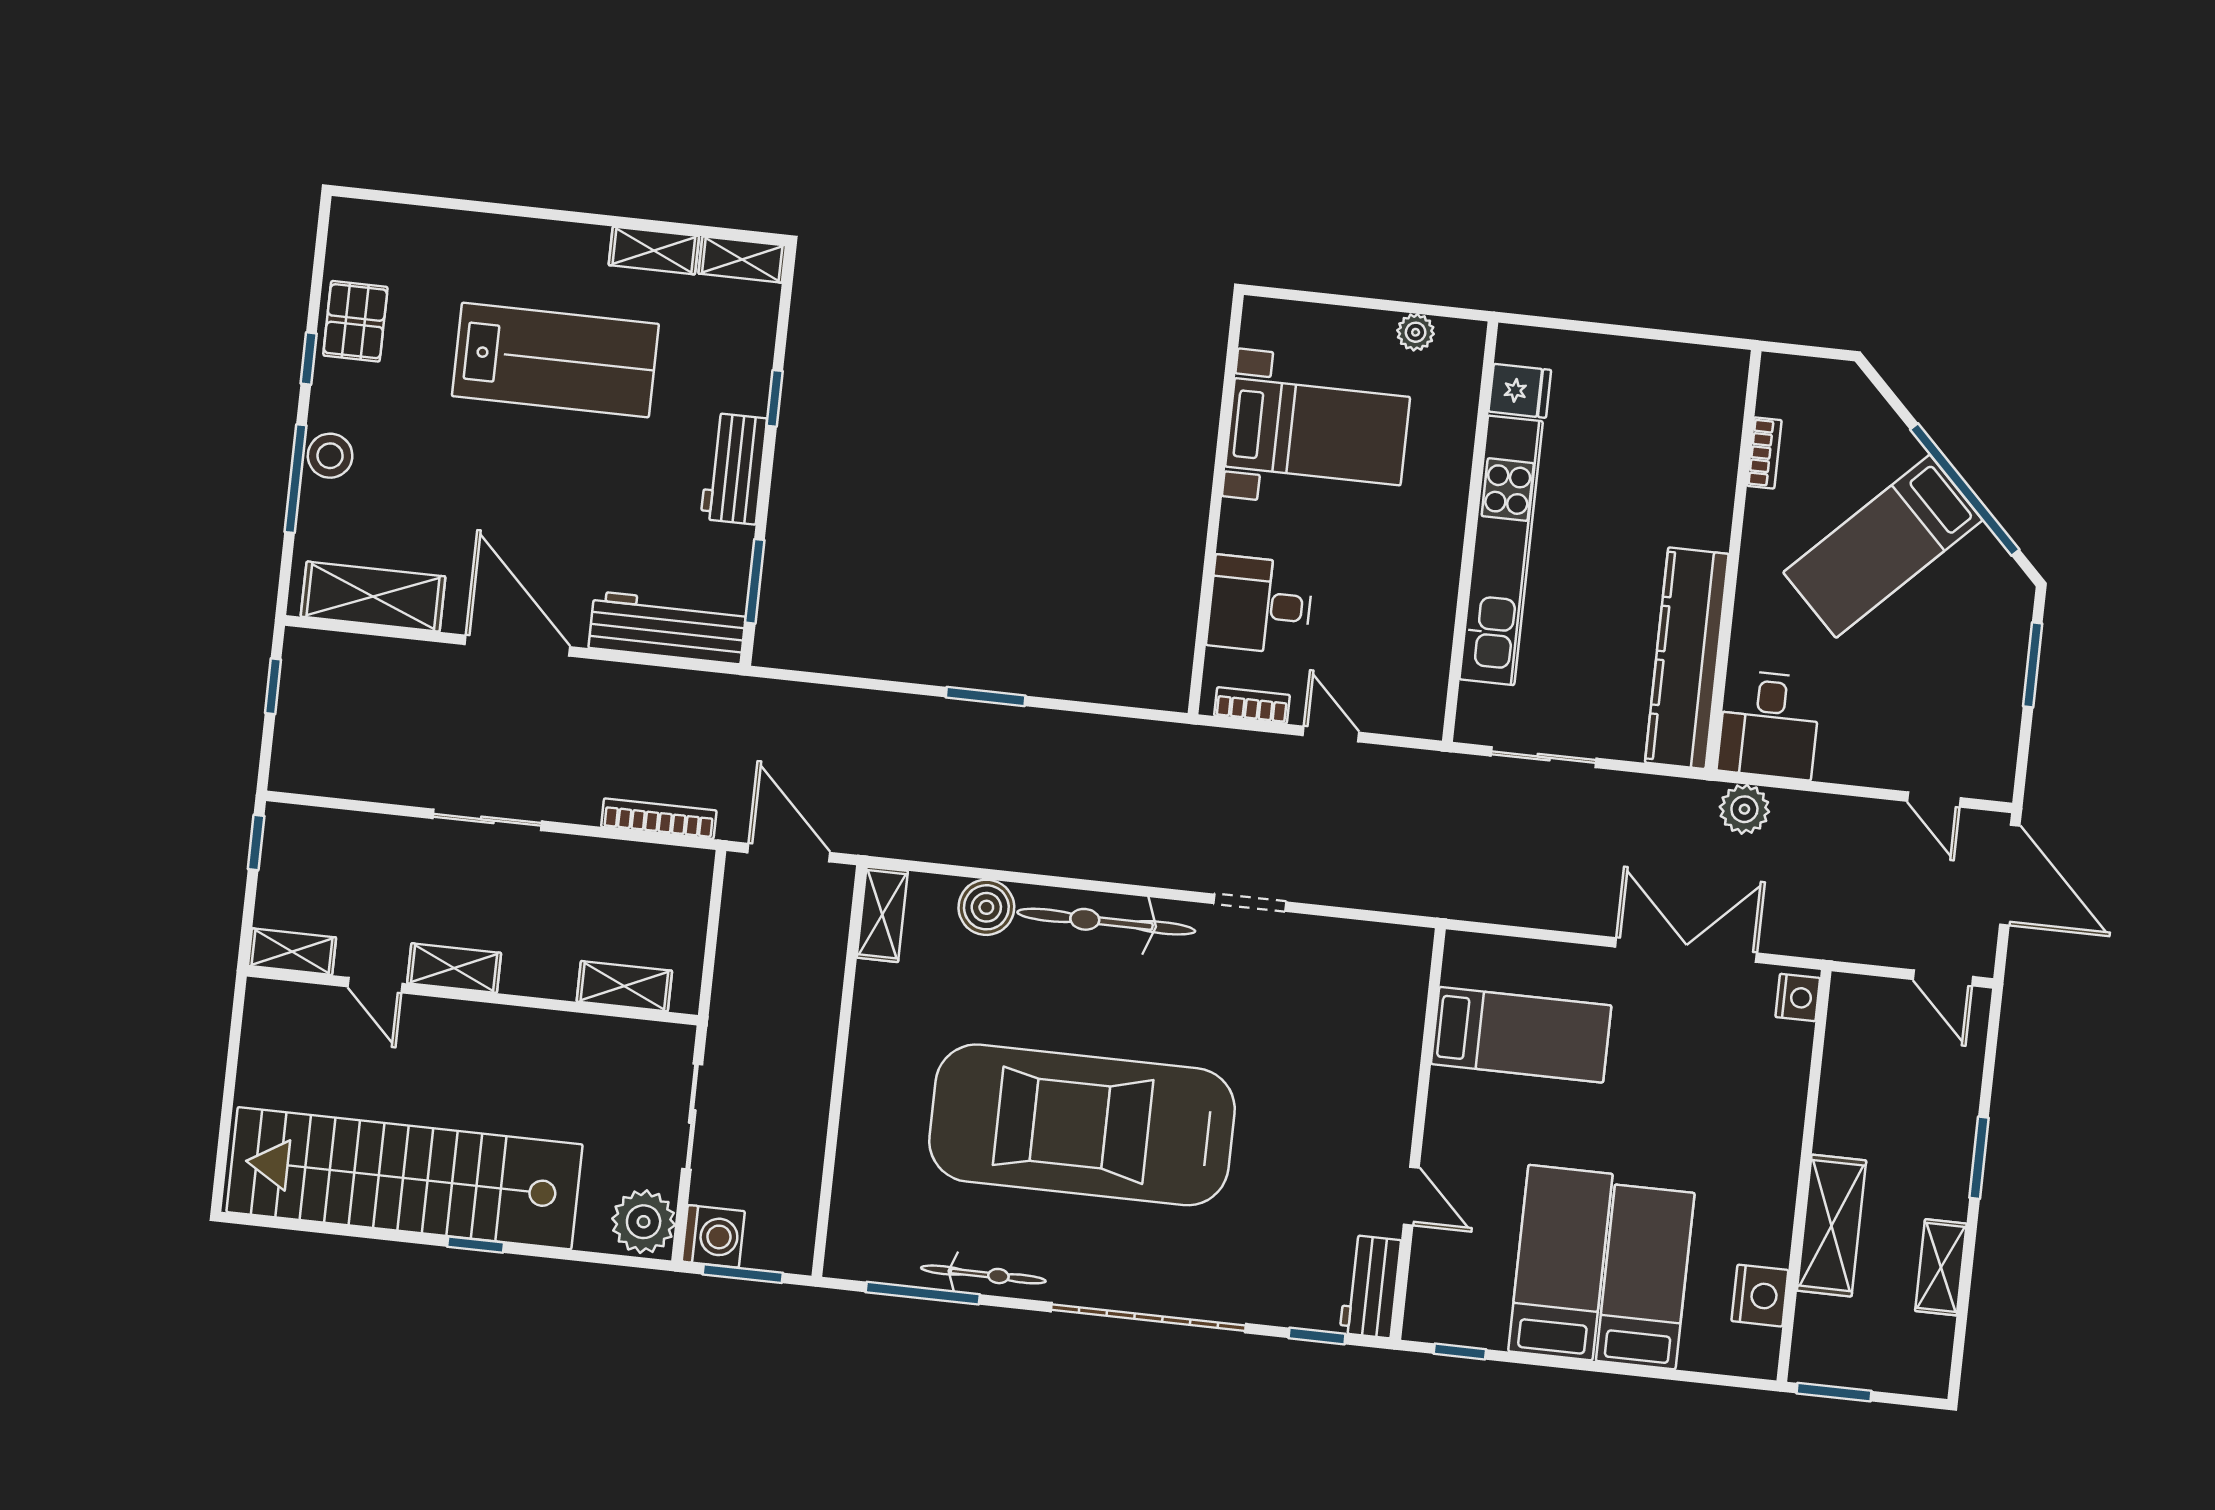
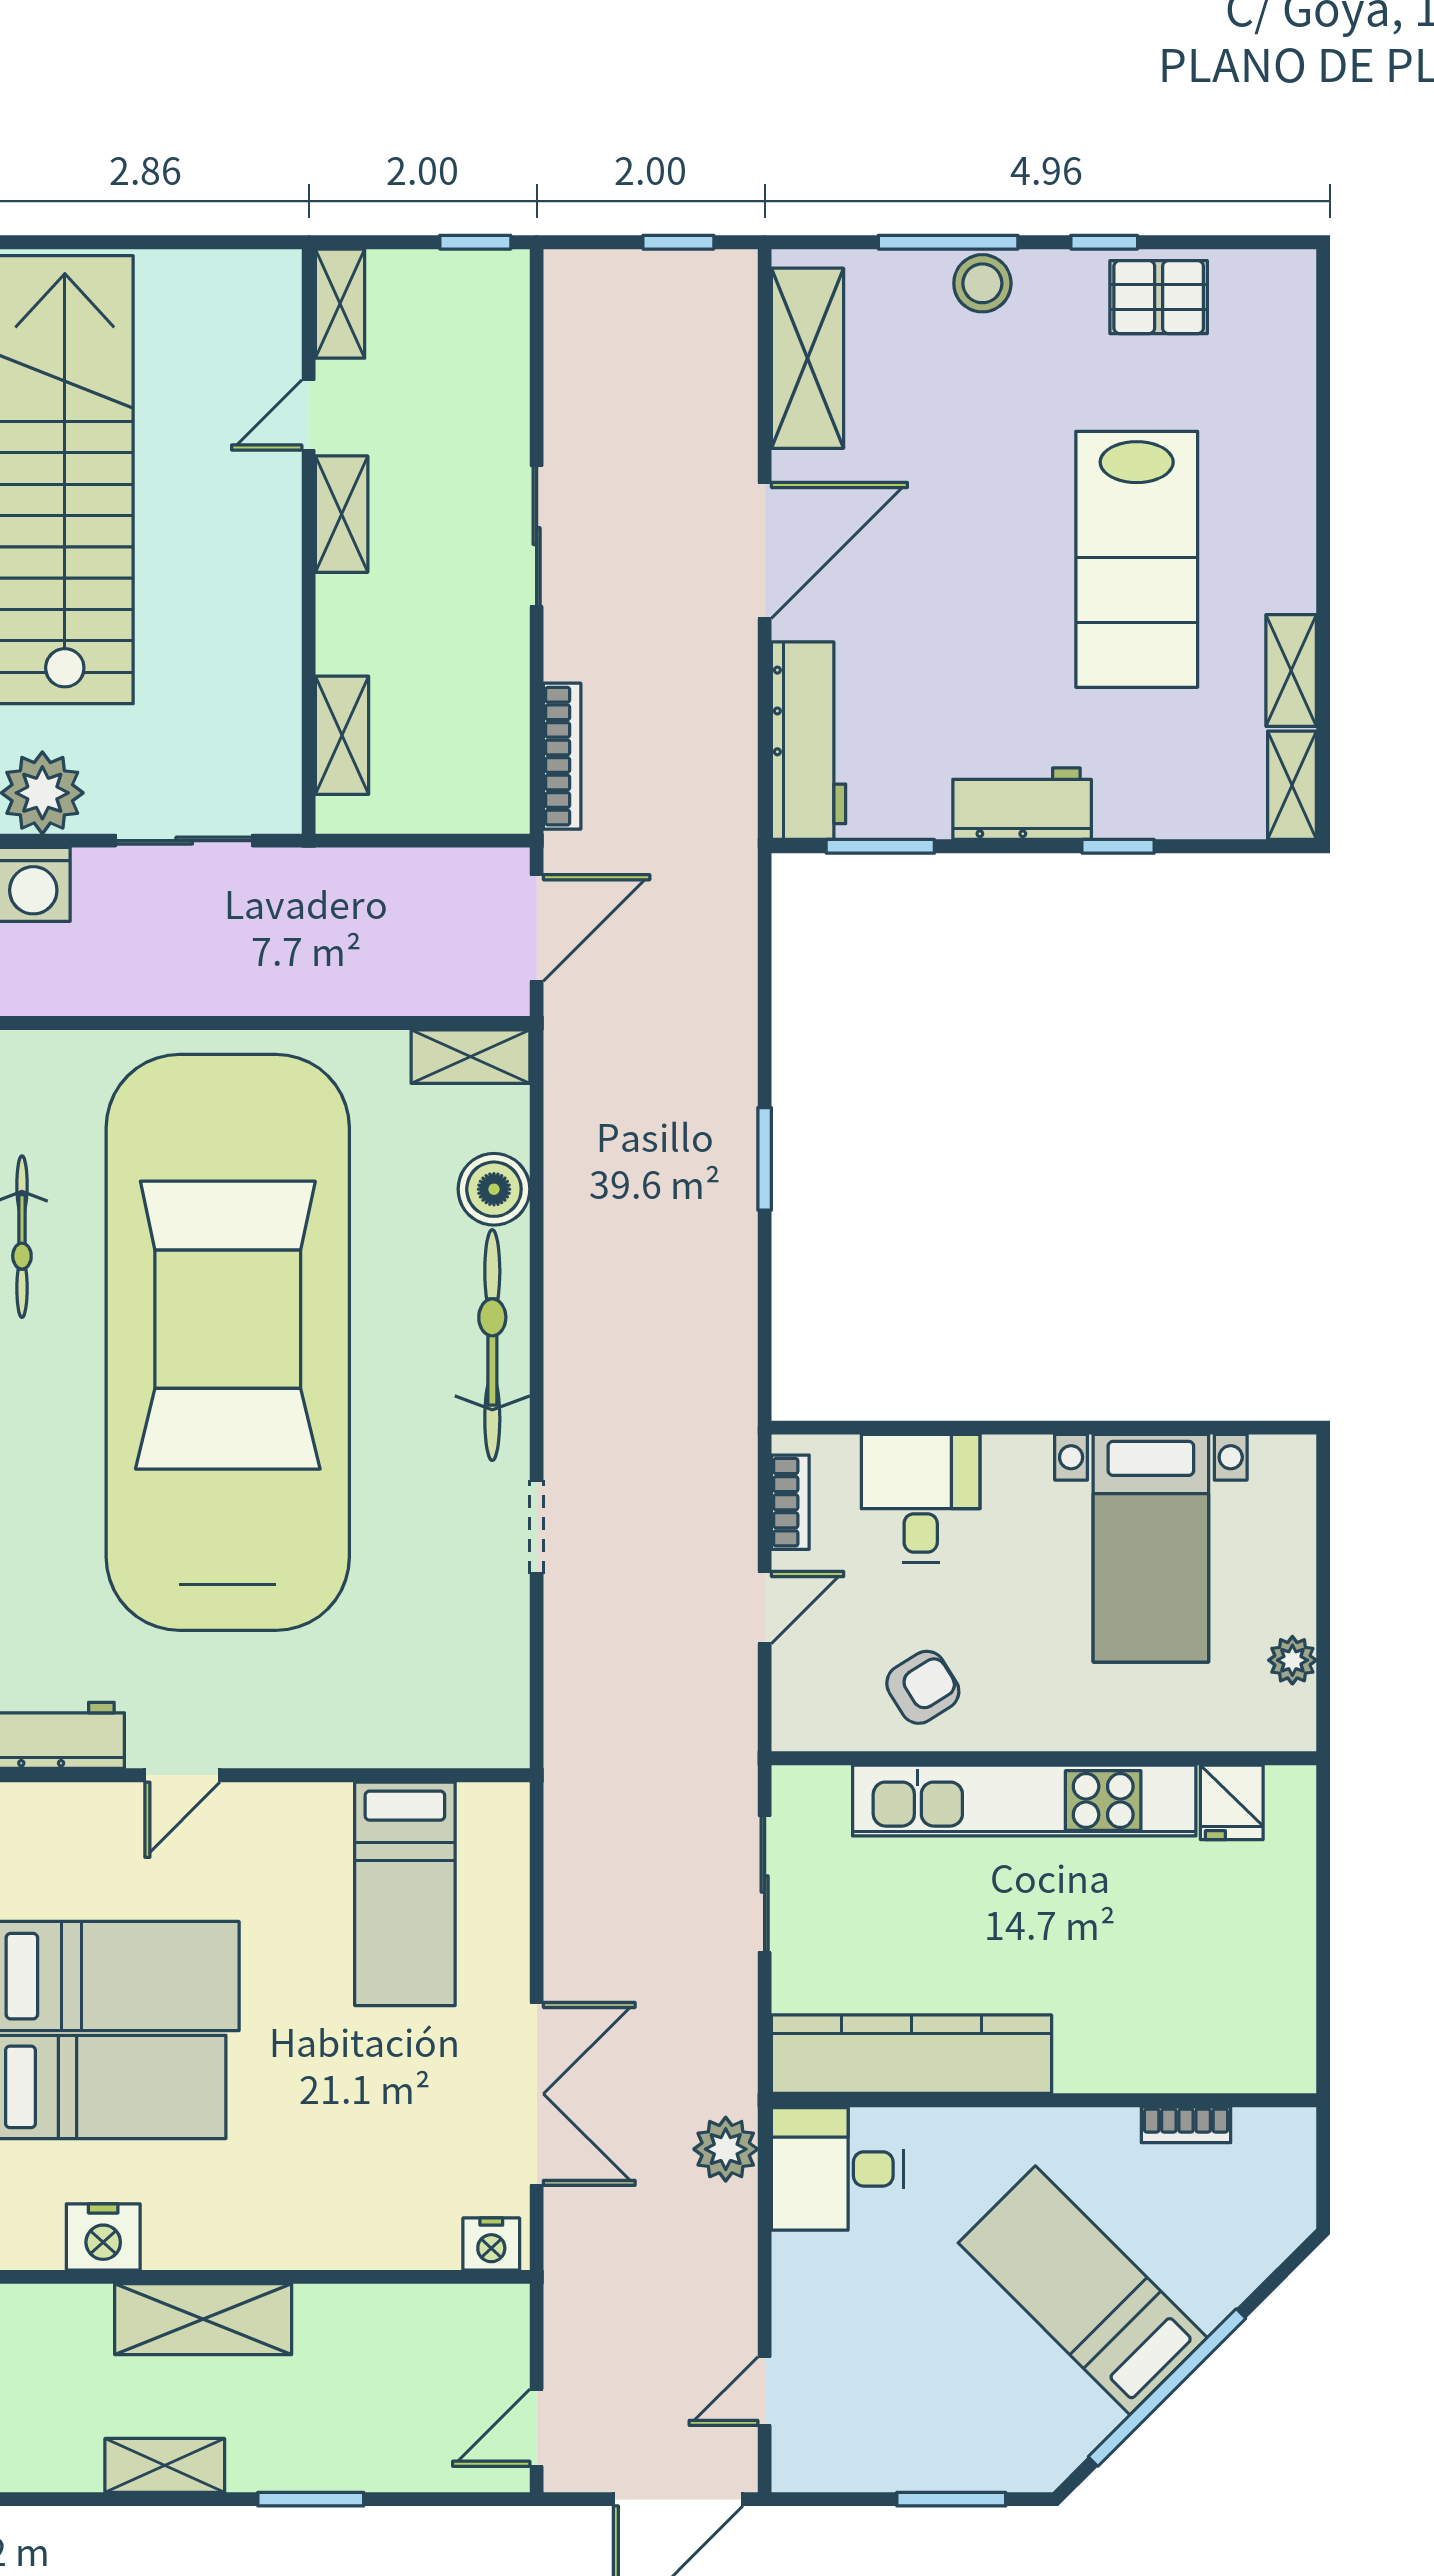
armchair: (1405, 619) -> (923, 1687), added
car: (1082, 1125) -> (228, 1342), width x1.36, depth x1.48

